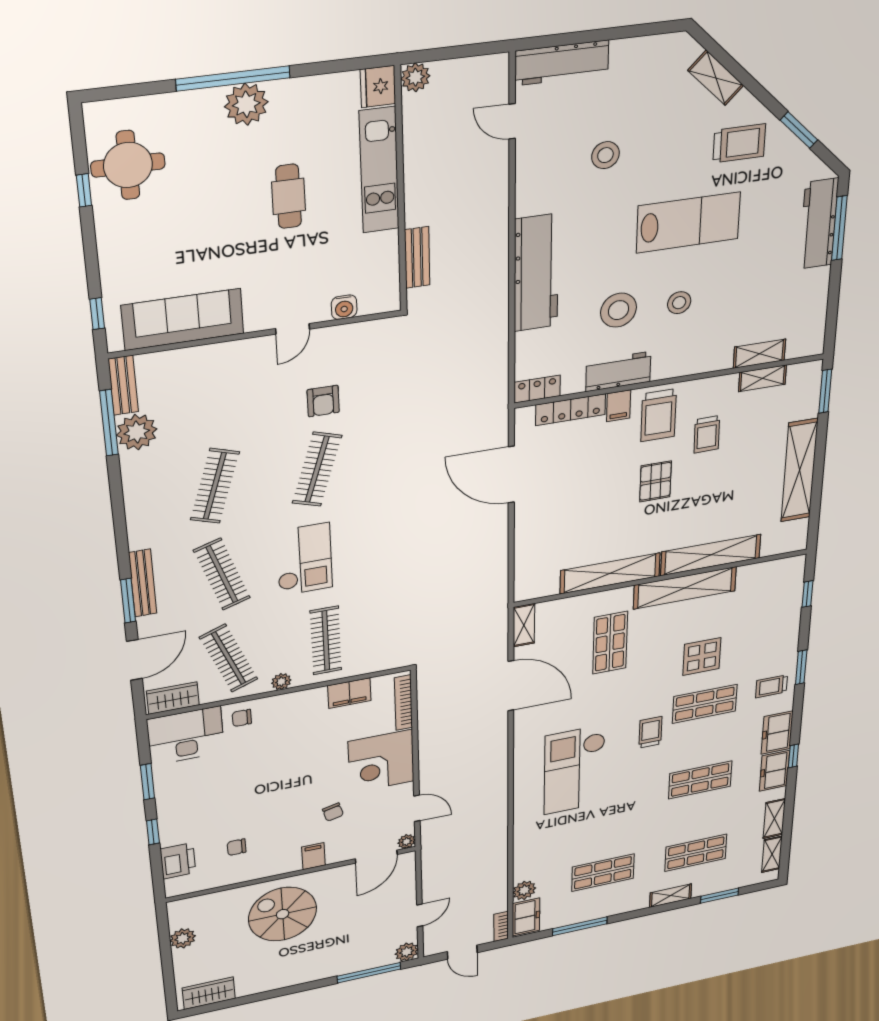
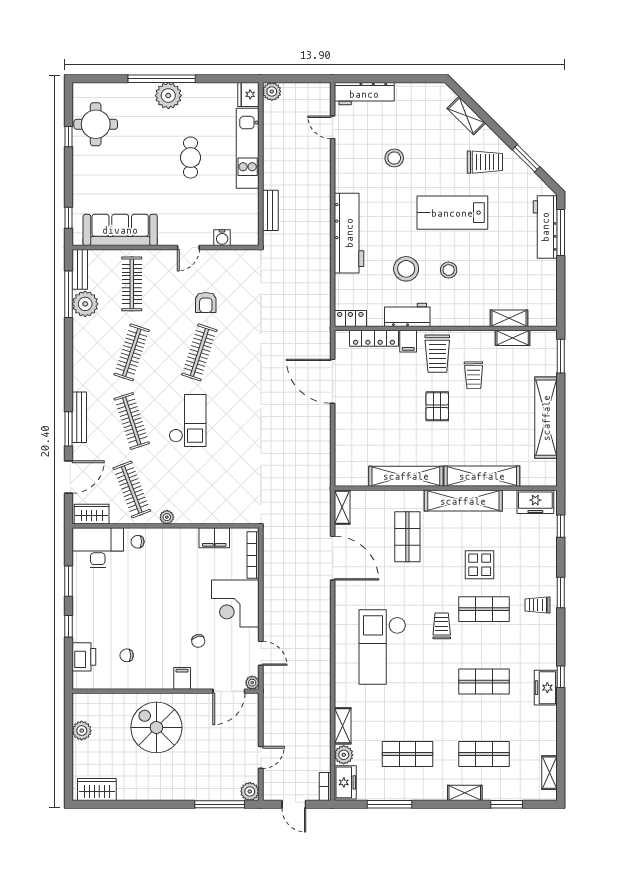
lab bench: (688, 222) -> (452, 213), turned 180
clothes rail: (326, 641) -> (132, 284), moved
freezer: (777, 733) -> (535, 502), moved, turned -90
shelving: (774, 818) -> (343, 726), moved

